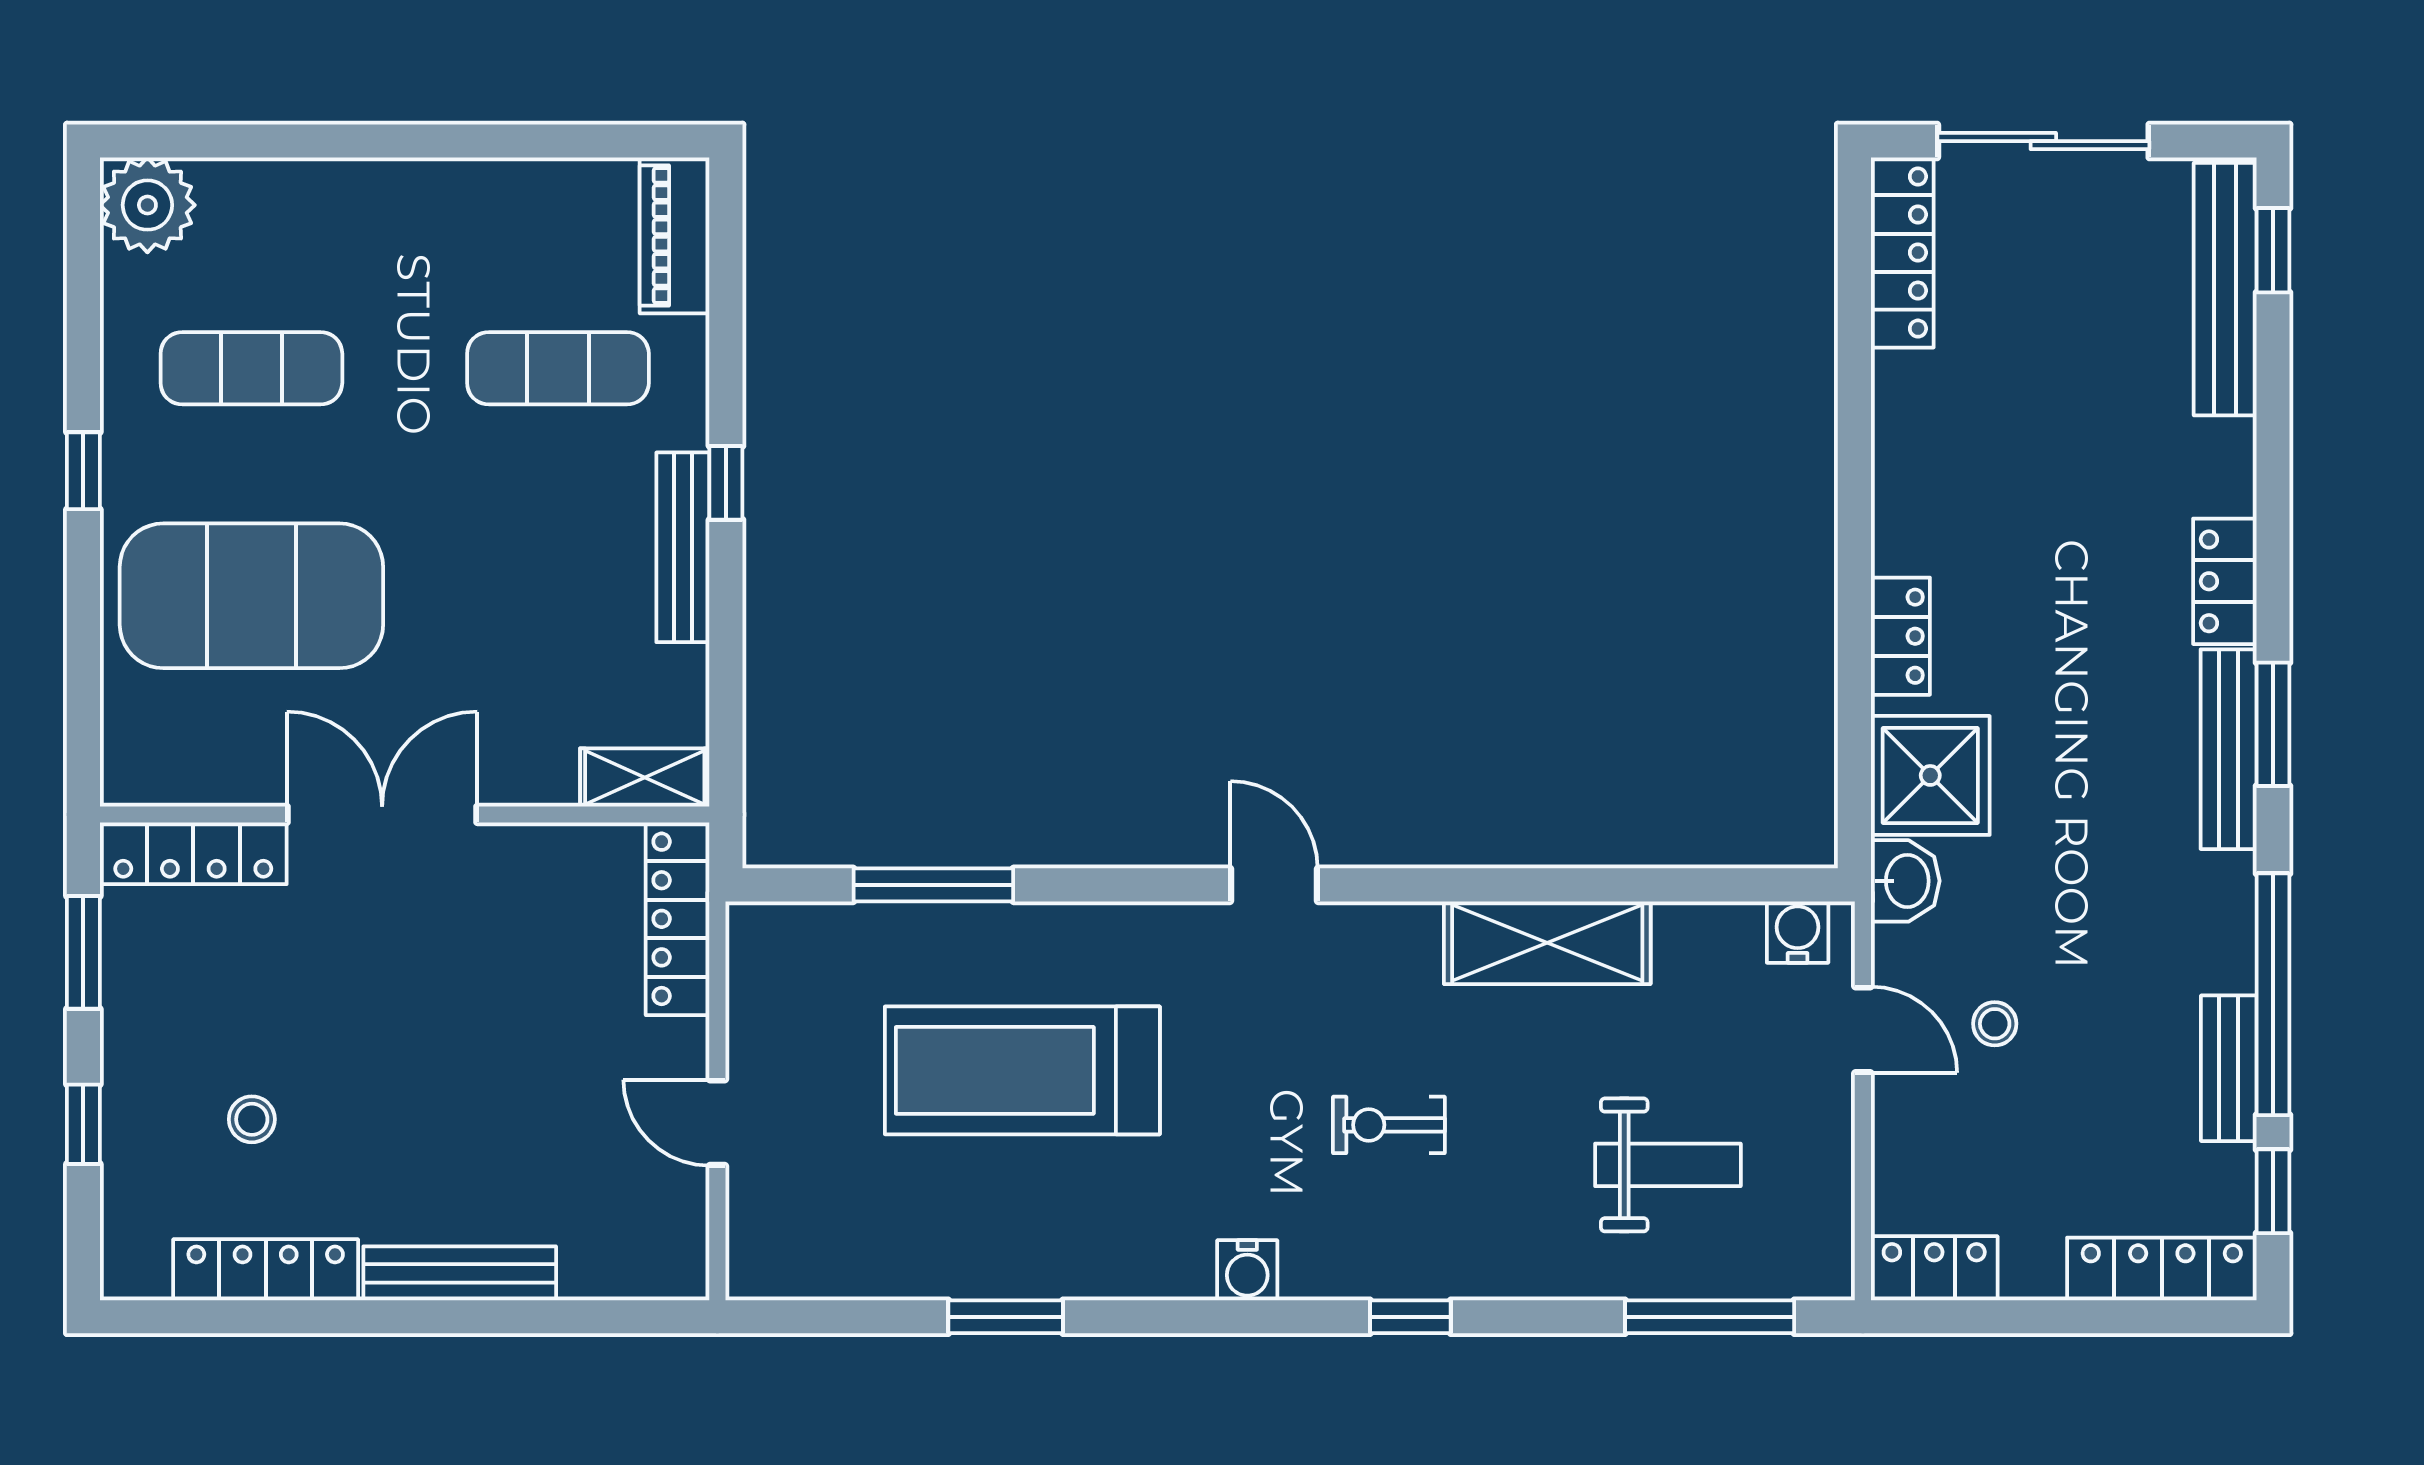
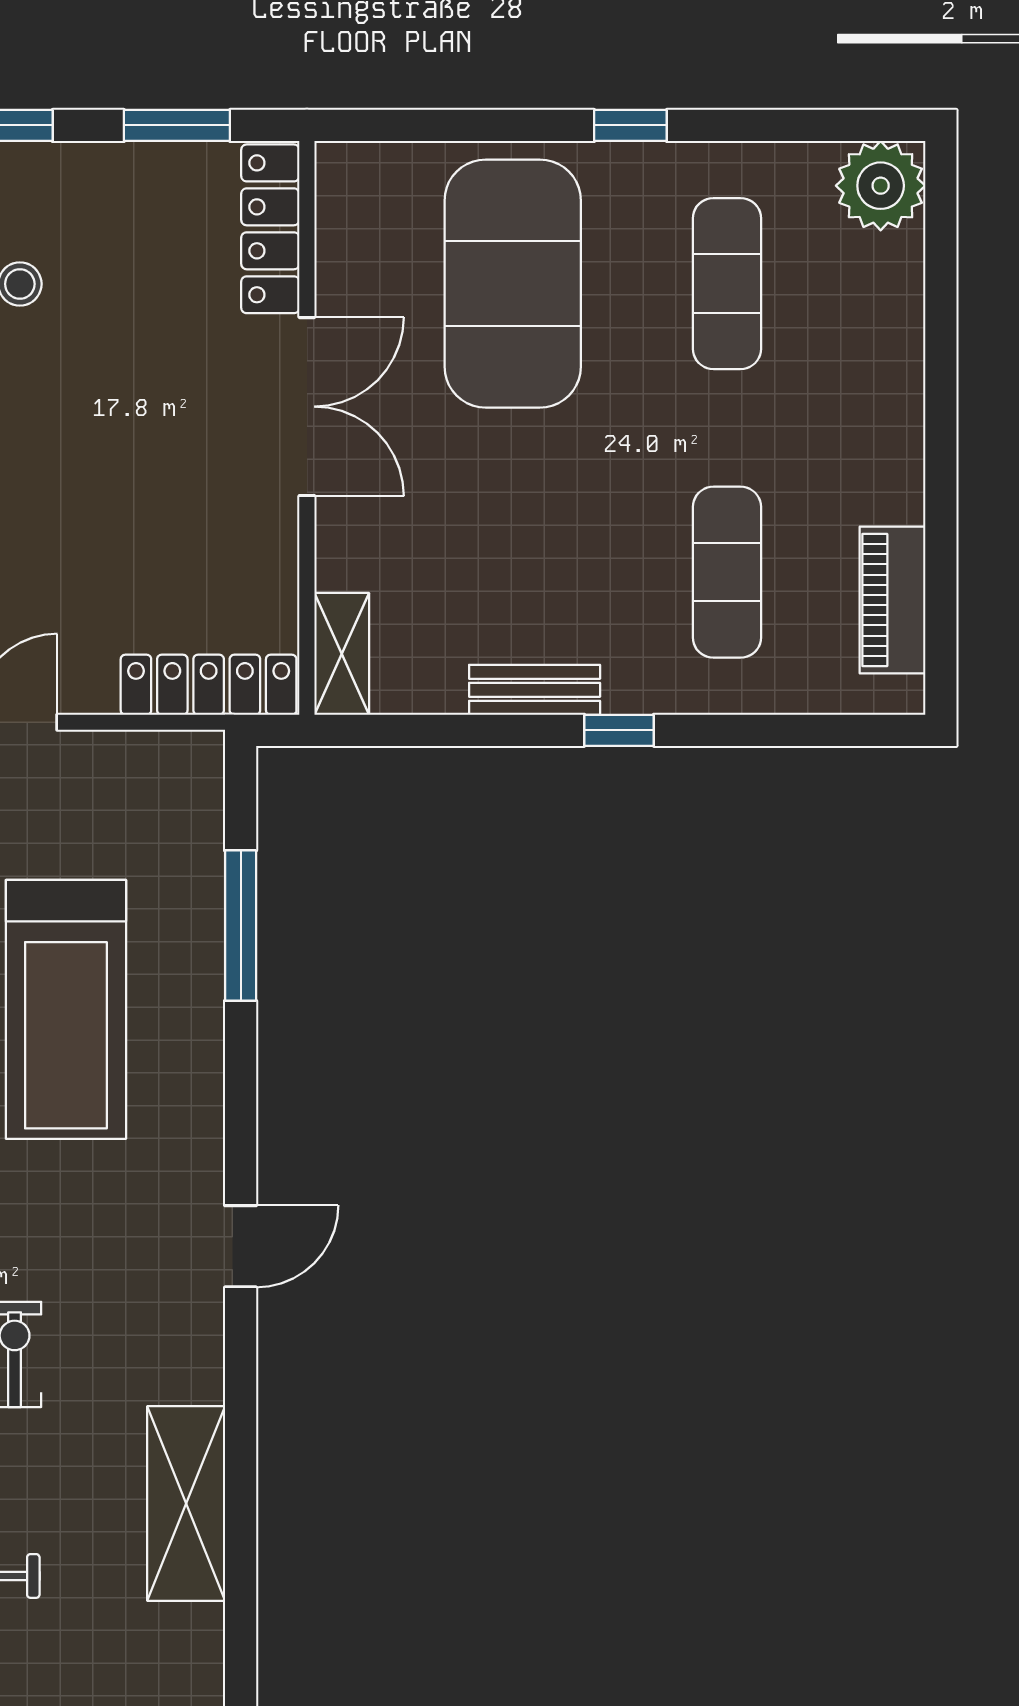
piano: (675, 235) -> (893, 600), moved, turned -90
bench: (683, 547) -> (535, 690), width x0.73
treadmill: (1022, 1070) -> (66, 1009), turned 180

